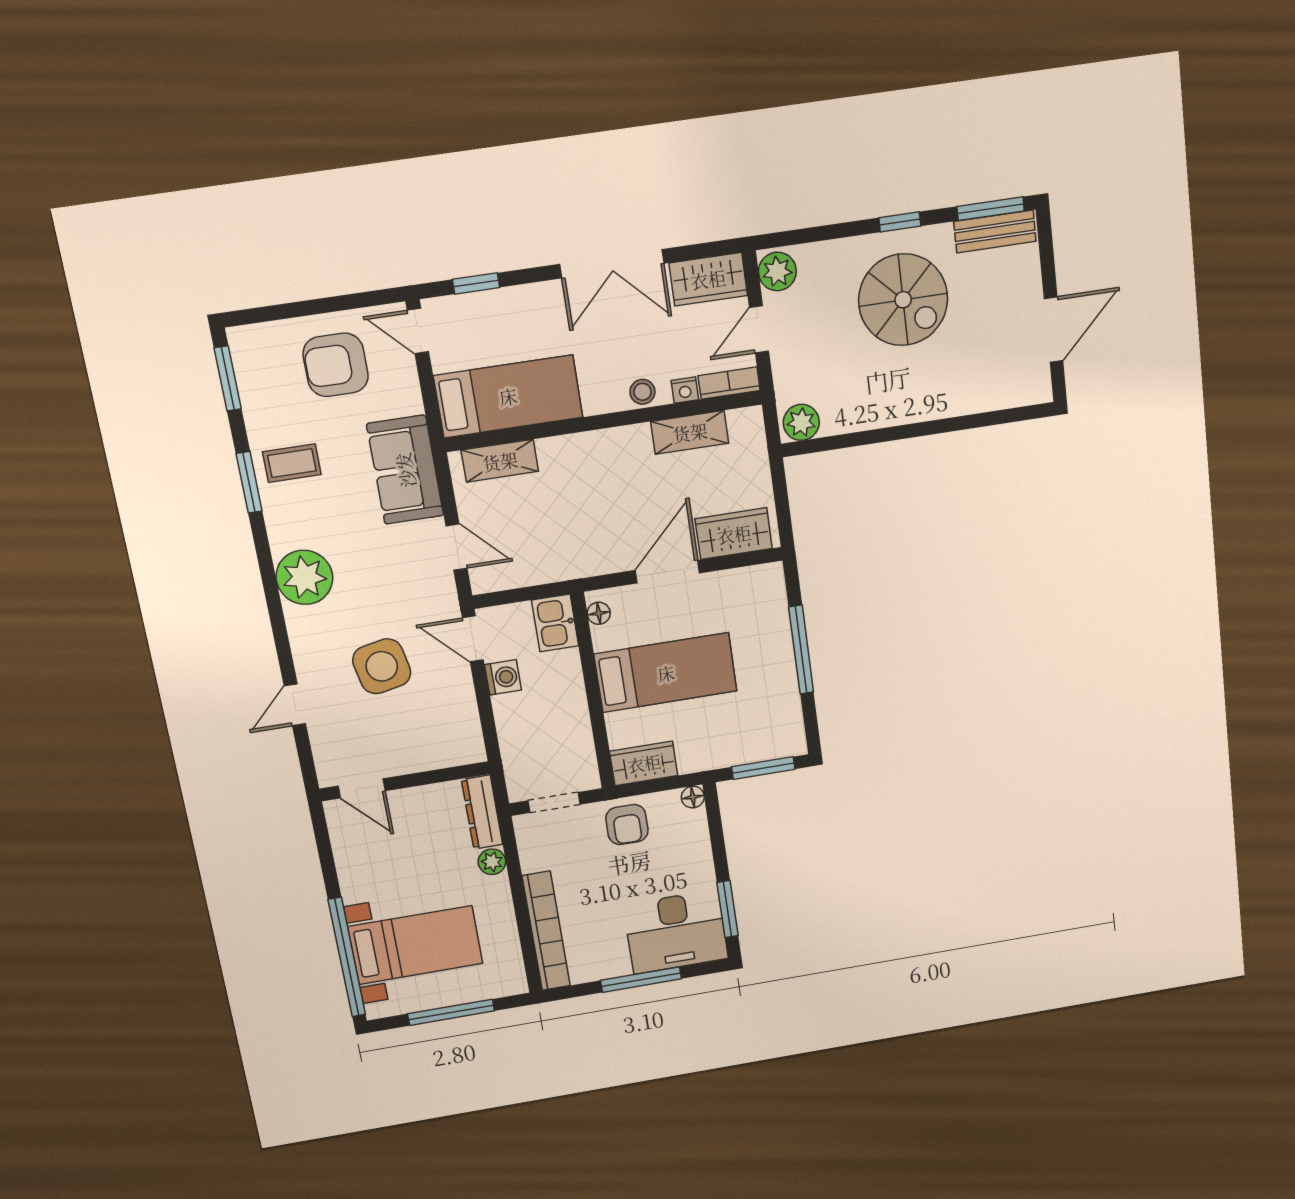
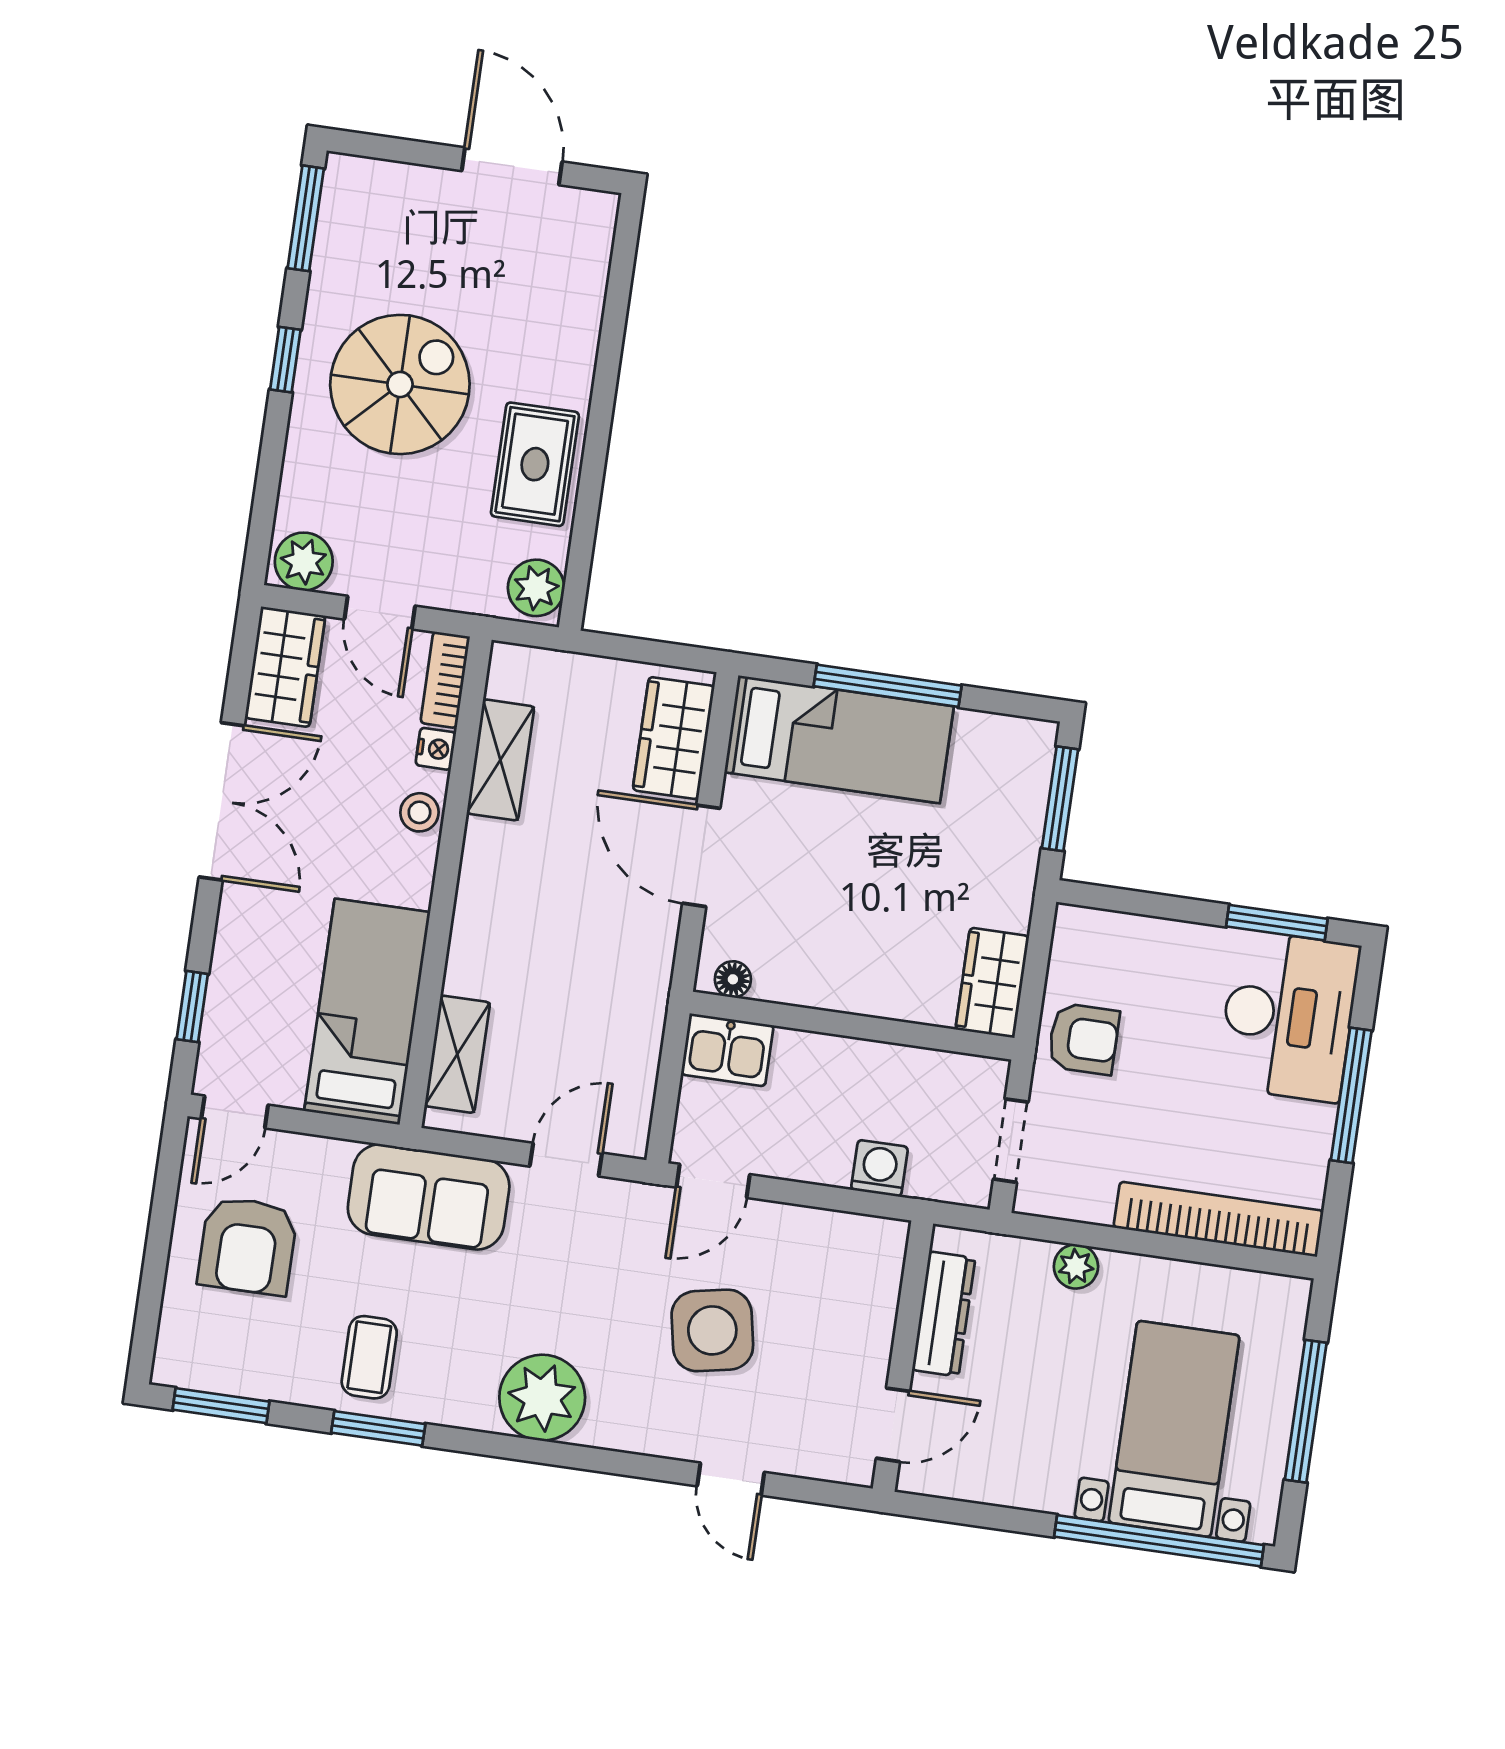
bench: (995, 231) -> (341, 220), removed
rug: (876, 399) -> (535, 464), added
bed: (666, 673) -> (839, 739), moved, turned 90
washing machine: (503, 677) -> (879, 1168), moved
floor lamp: (693, 797) -> (1072, 923), removed
dresser: (482, 812) -> (944, 1314), moved, turned -90

